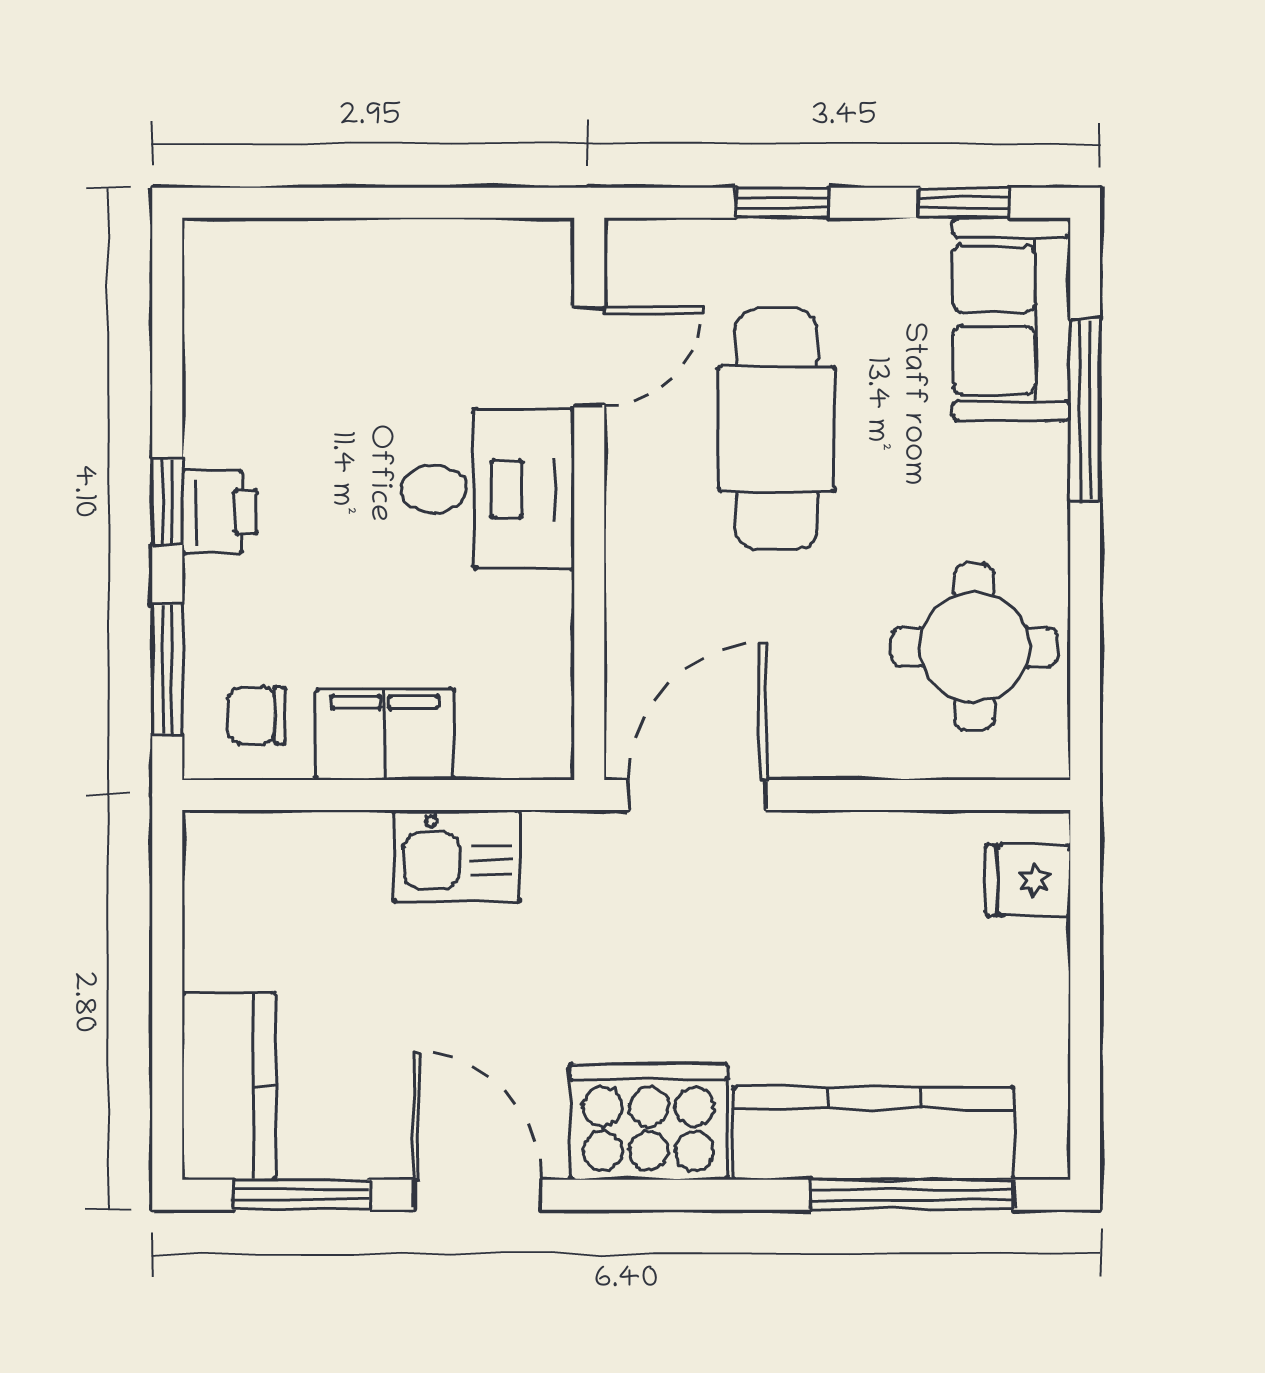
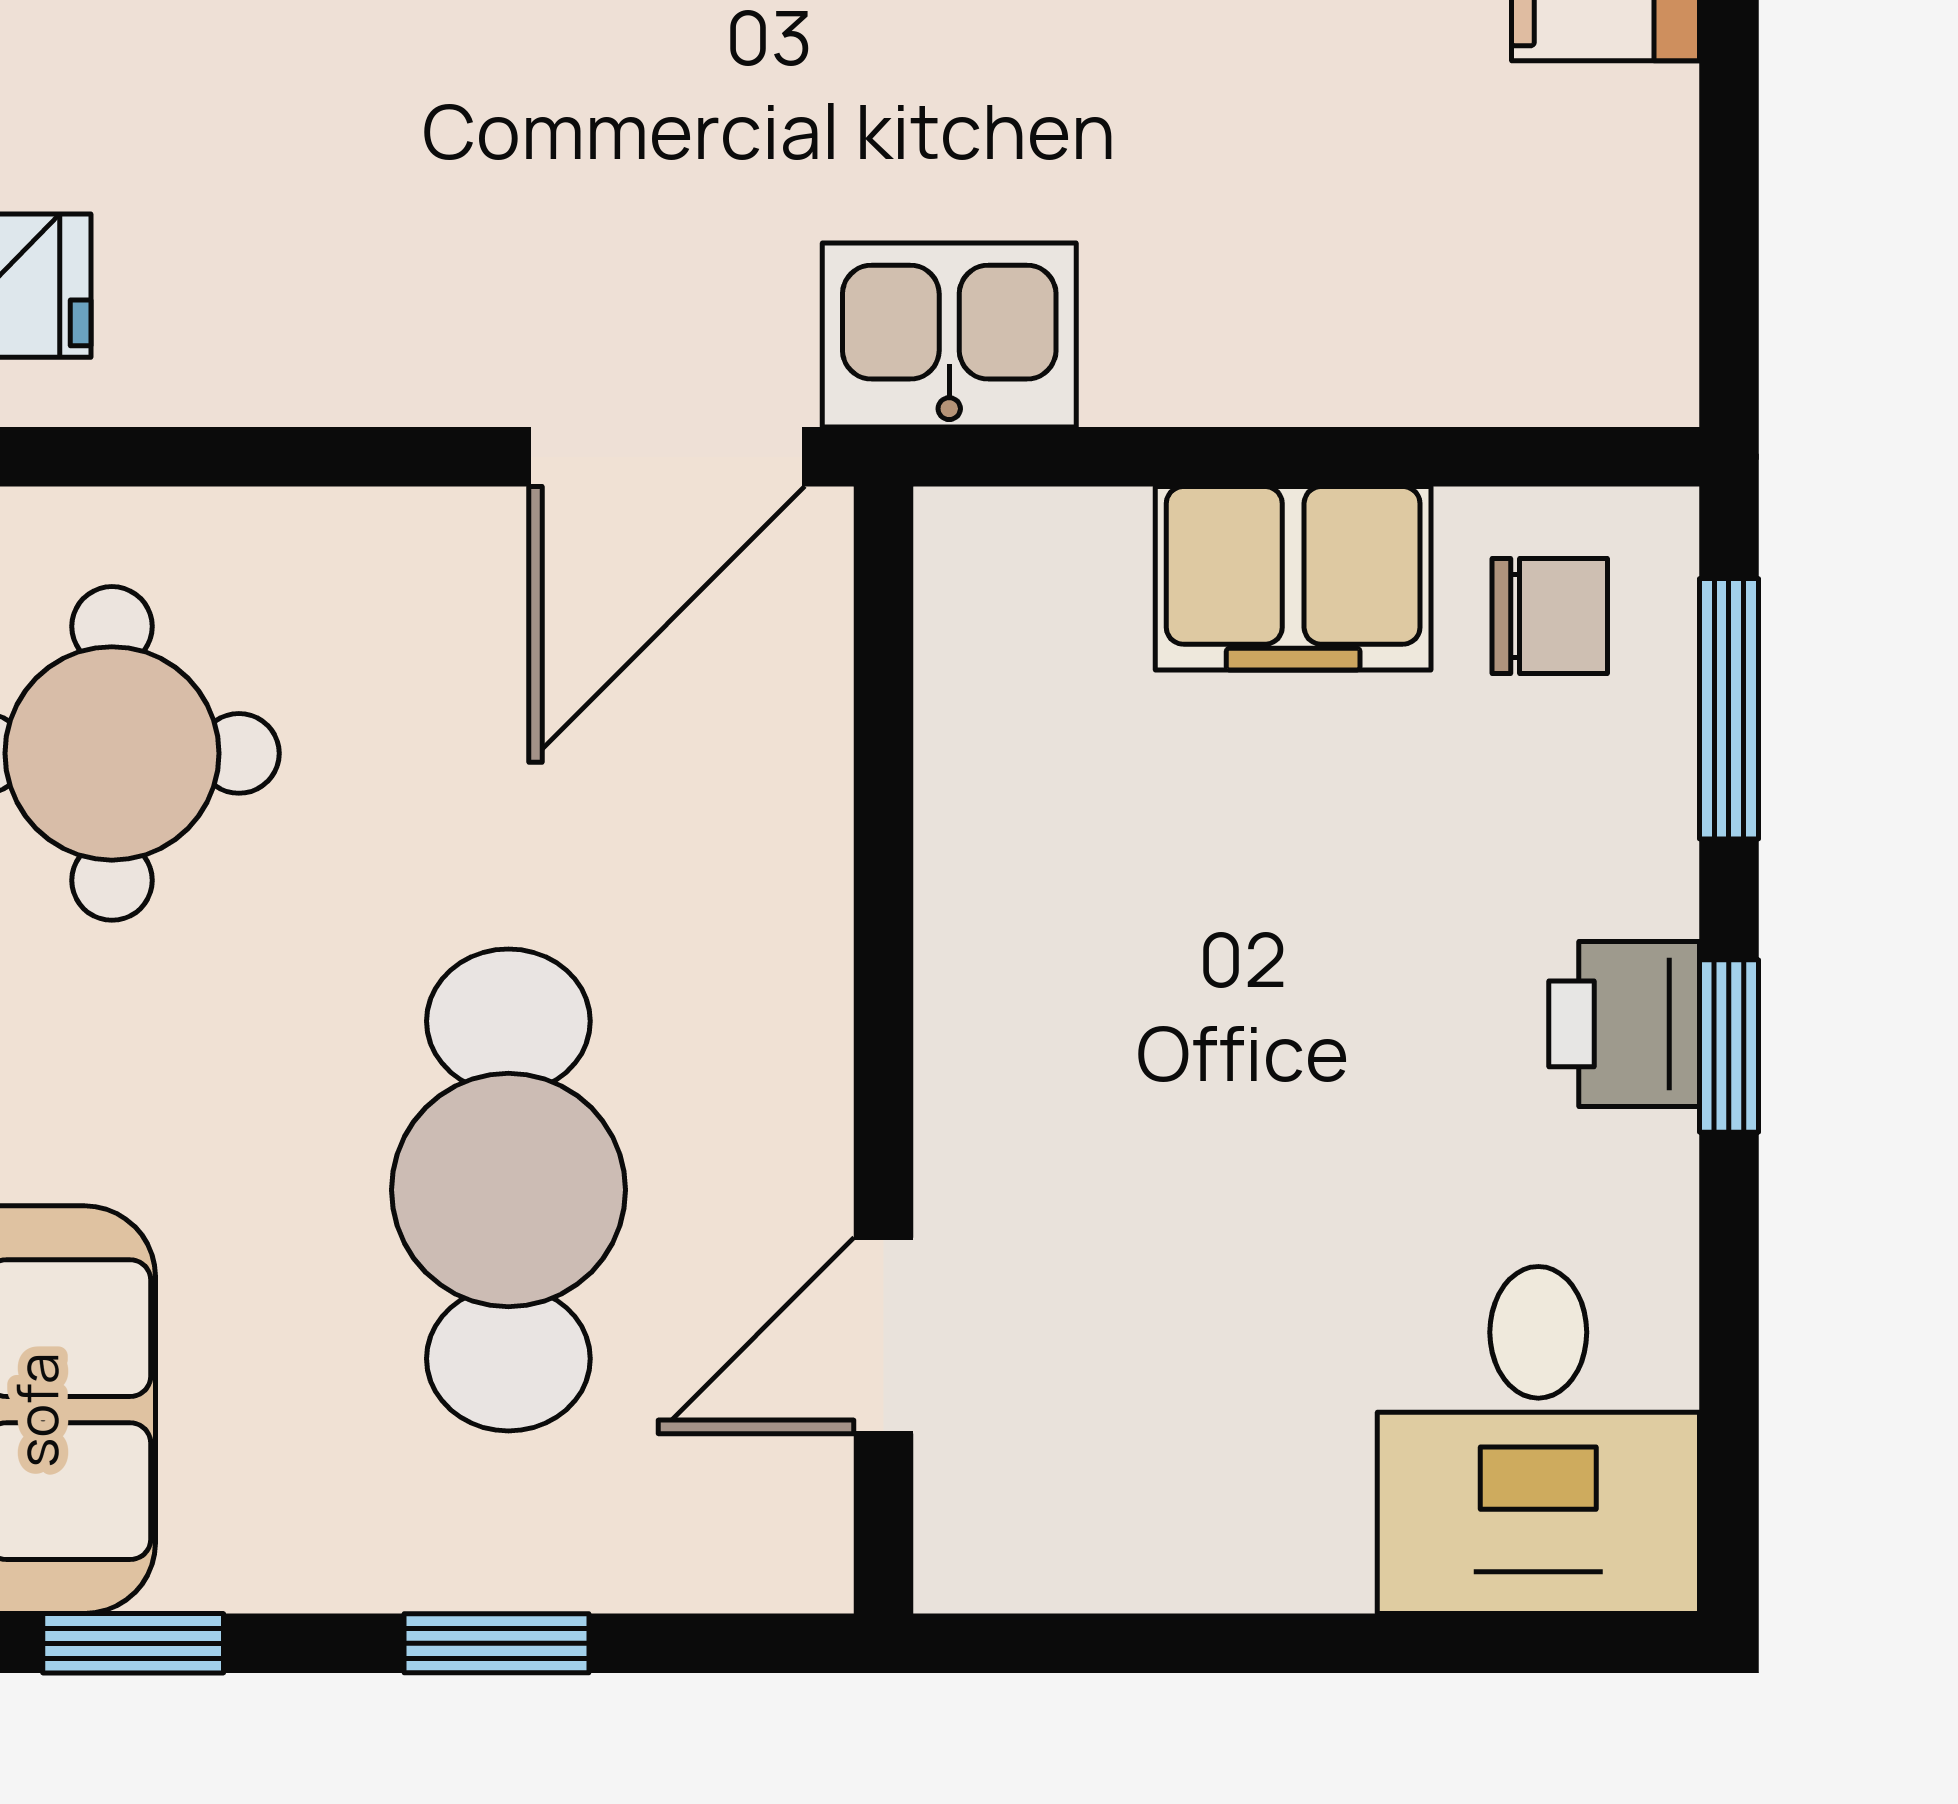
desk: (488, 489) -> (1538, 1440), moved, turned -90
kitchen sink: (457, 856) -> (949, 335), moved

